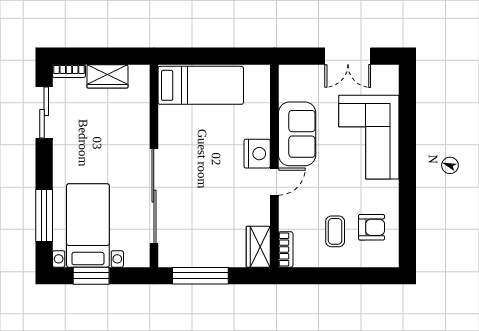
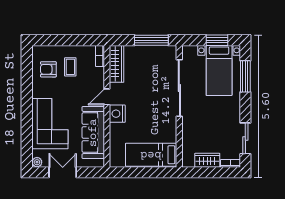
plant: (390, 73) -> (37, 162), added
sofa: (297, 134) -> (93, 133), width x1.36
wardrobe: (258, 247) -> (117, 64), width x1.50

